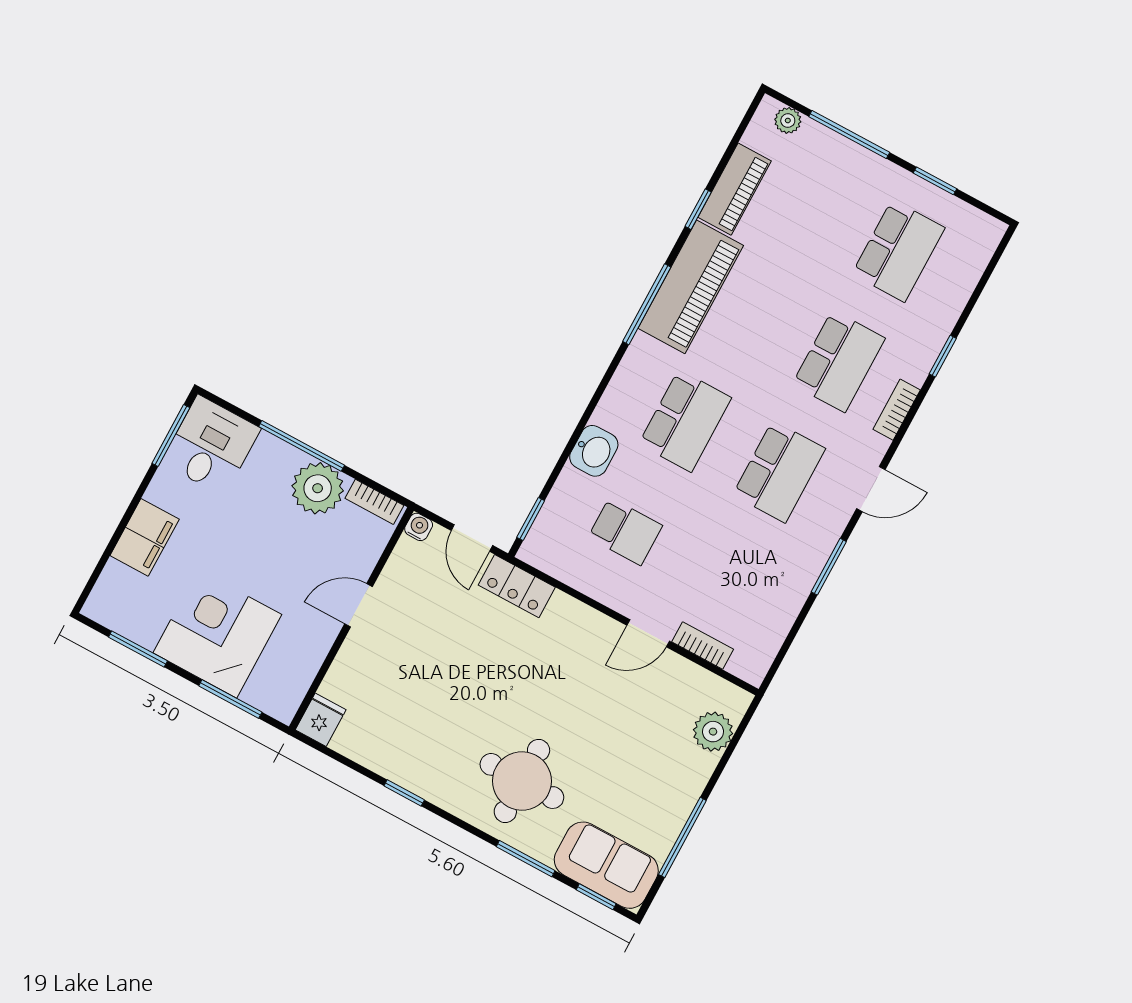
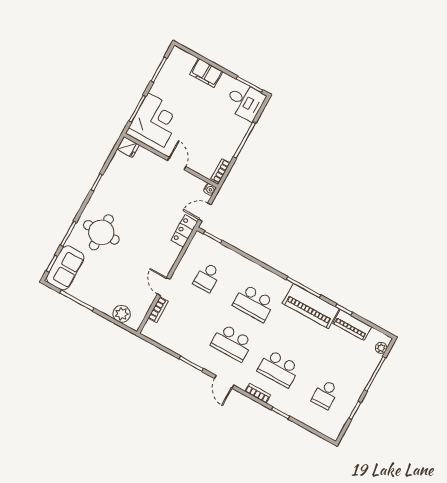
school desk: (898, 251) -> (325, 394), width x0.54
washbasin: (594, 451) -> (241, 264), removed
plant: (318, 488) -> (227, 147), removed
corner desk: (217, 634) -> (156, 120), moved

